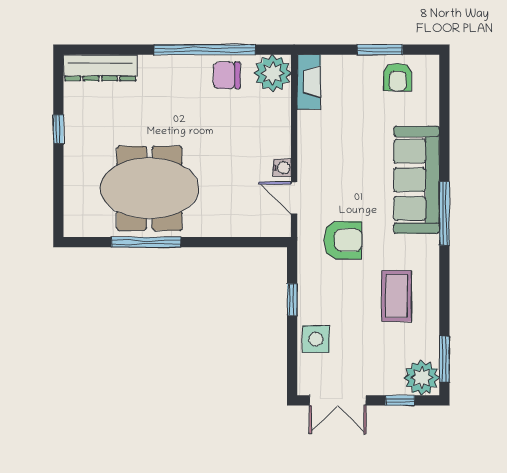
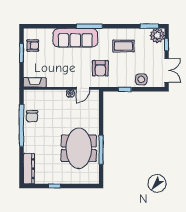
plant: (273, 73) -> (31, 97), removed
armchair: (343, 240) -> (100, 68), turned 180

